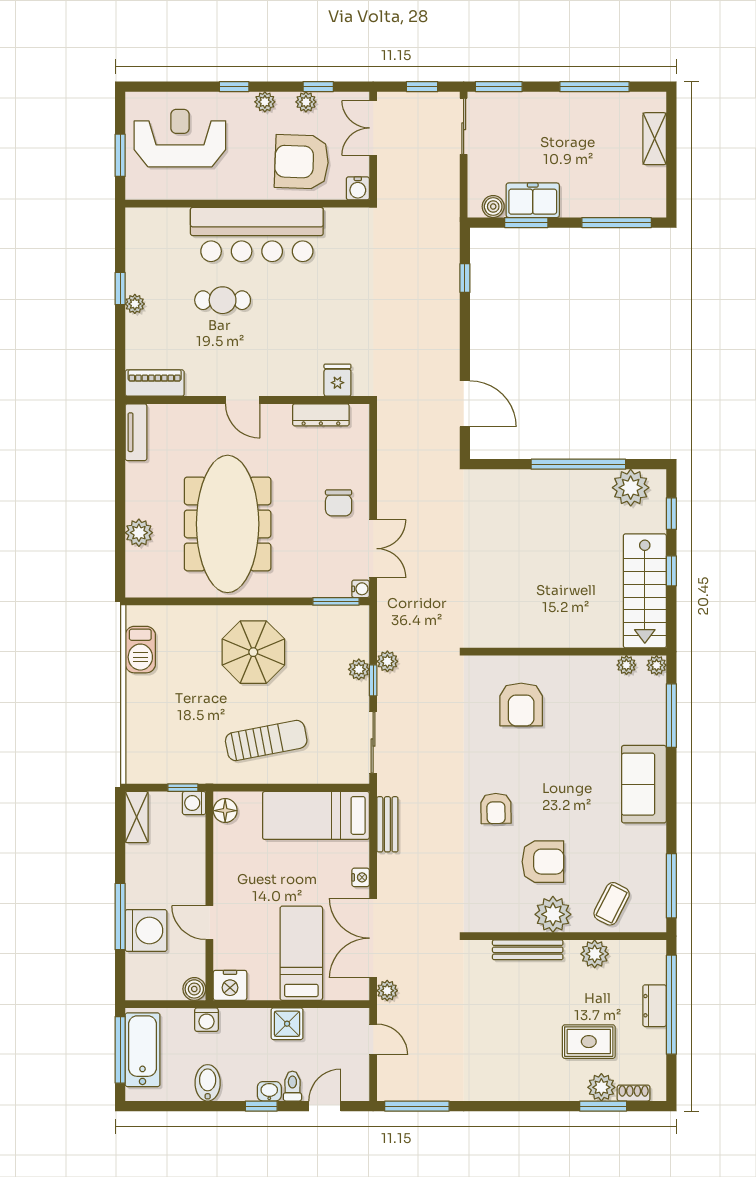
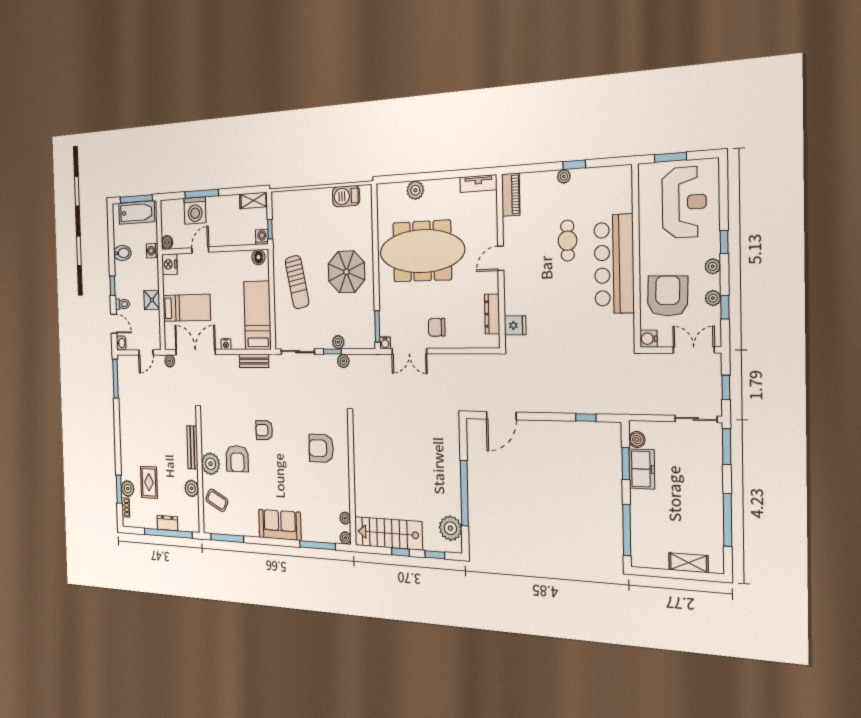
washbasin: (269, 1091) -> (121, 343), moved

